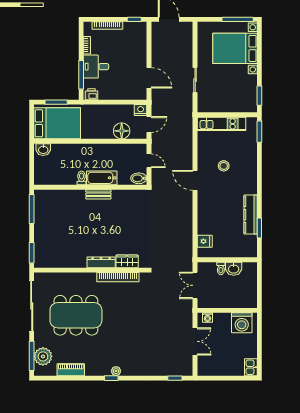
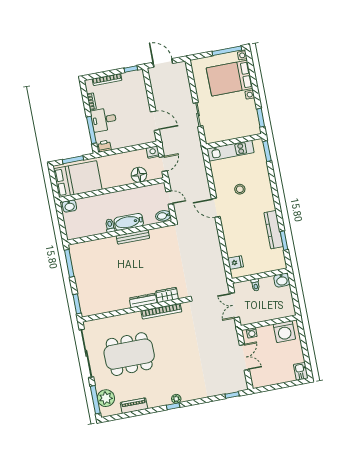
bench: (98, 194) -> (133, 237), width x1.36
washbasin: (234, 269) -> (282, 280), moved

